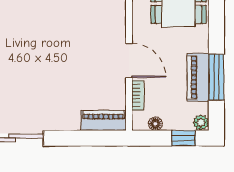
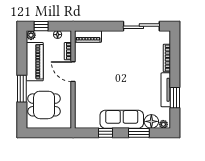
piano: (198, 77) -> (35, 62), width x1.37, depth x1.33
window: (216, 77) -> (22, 89), moved

